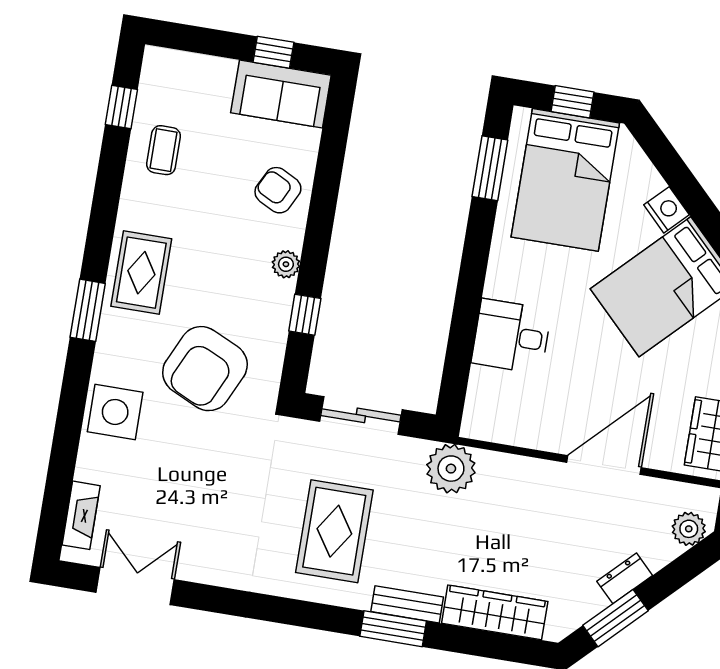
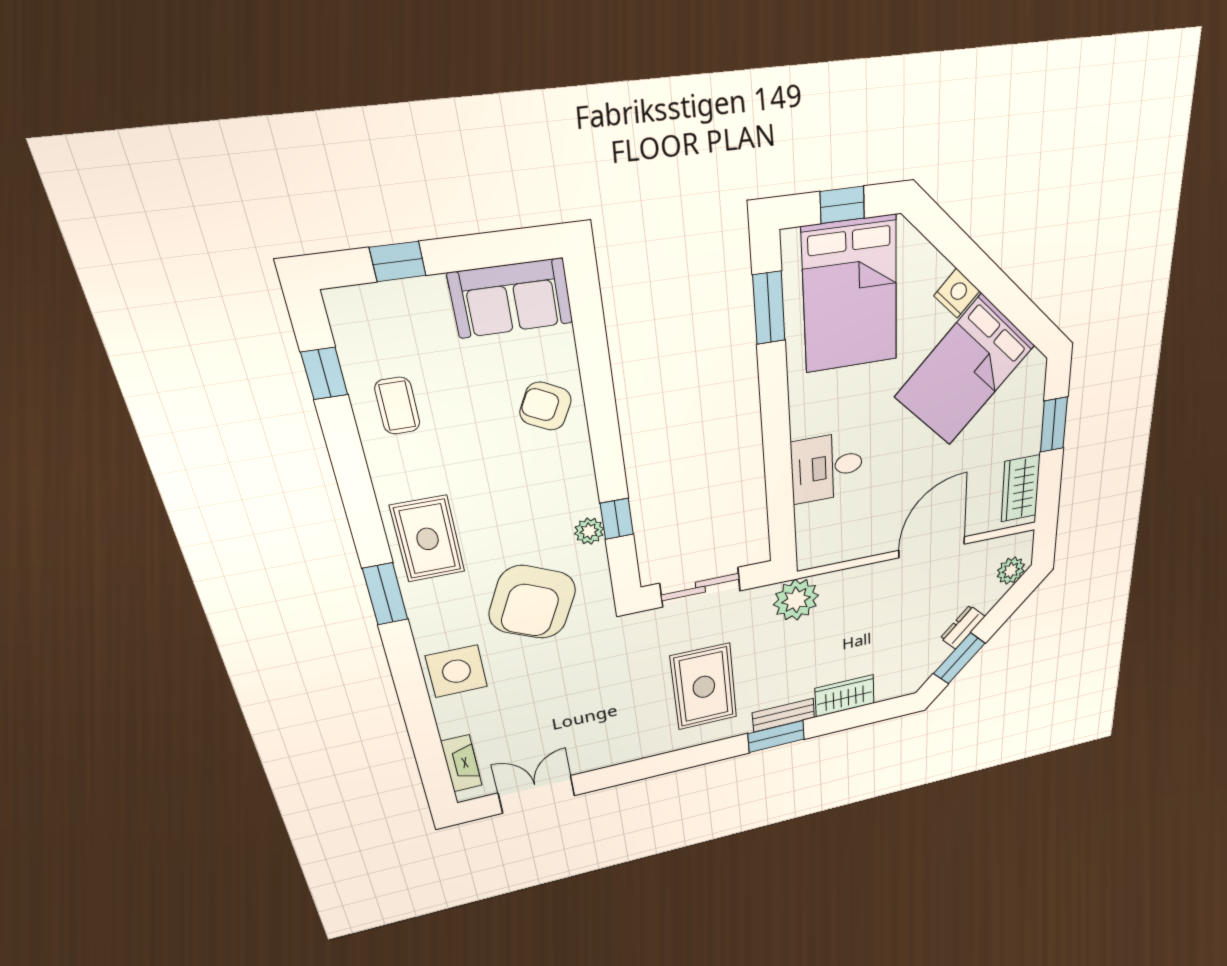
window: (273, 52) -> (398, 262), moved
plant: (286, 264) -> (589, 531), moved
wardrobe: (495, 612) -> (845, 696), width x0.67

